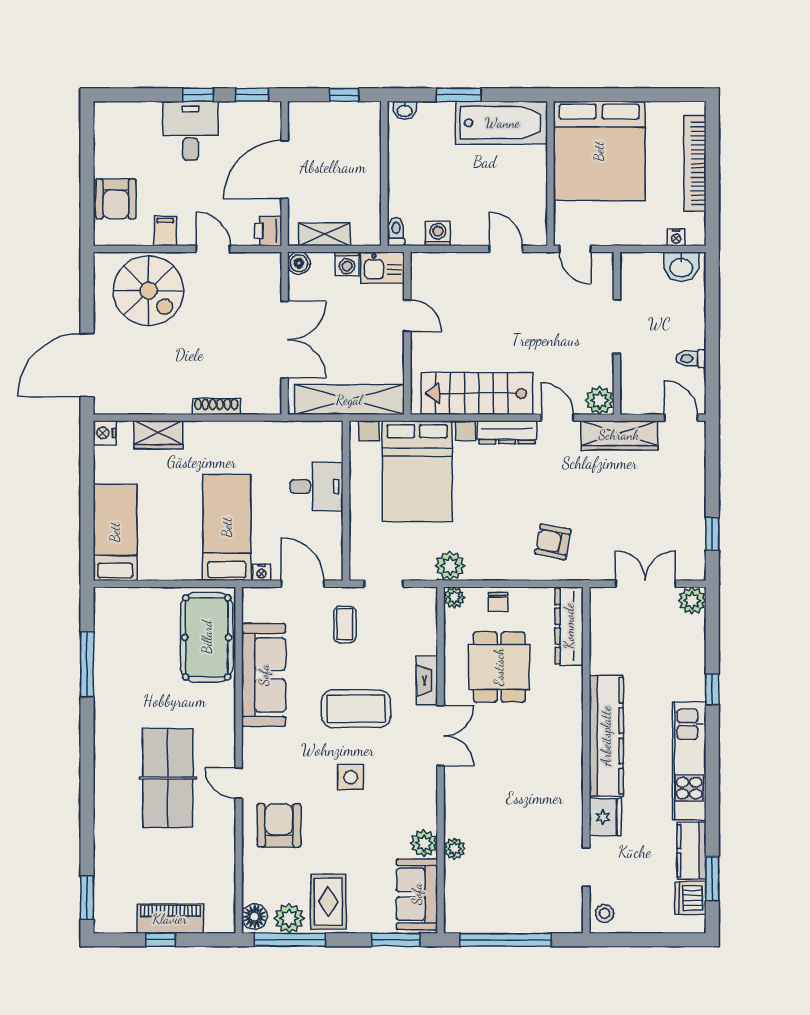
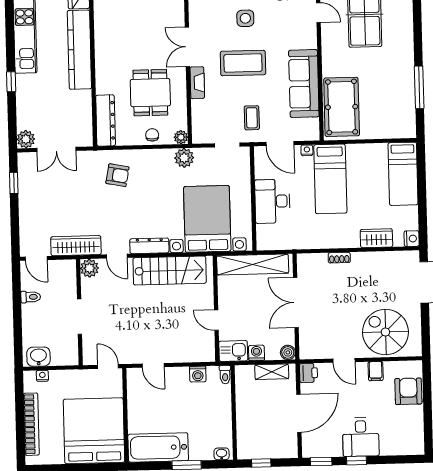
shoe rack: (216, 406) -> (339, 258), width x0.70
desk: (317, 486) -> (272, 201), width x1.37

